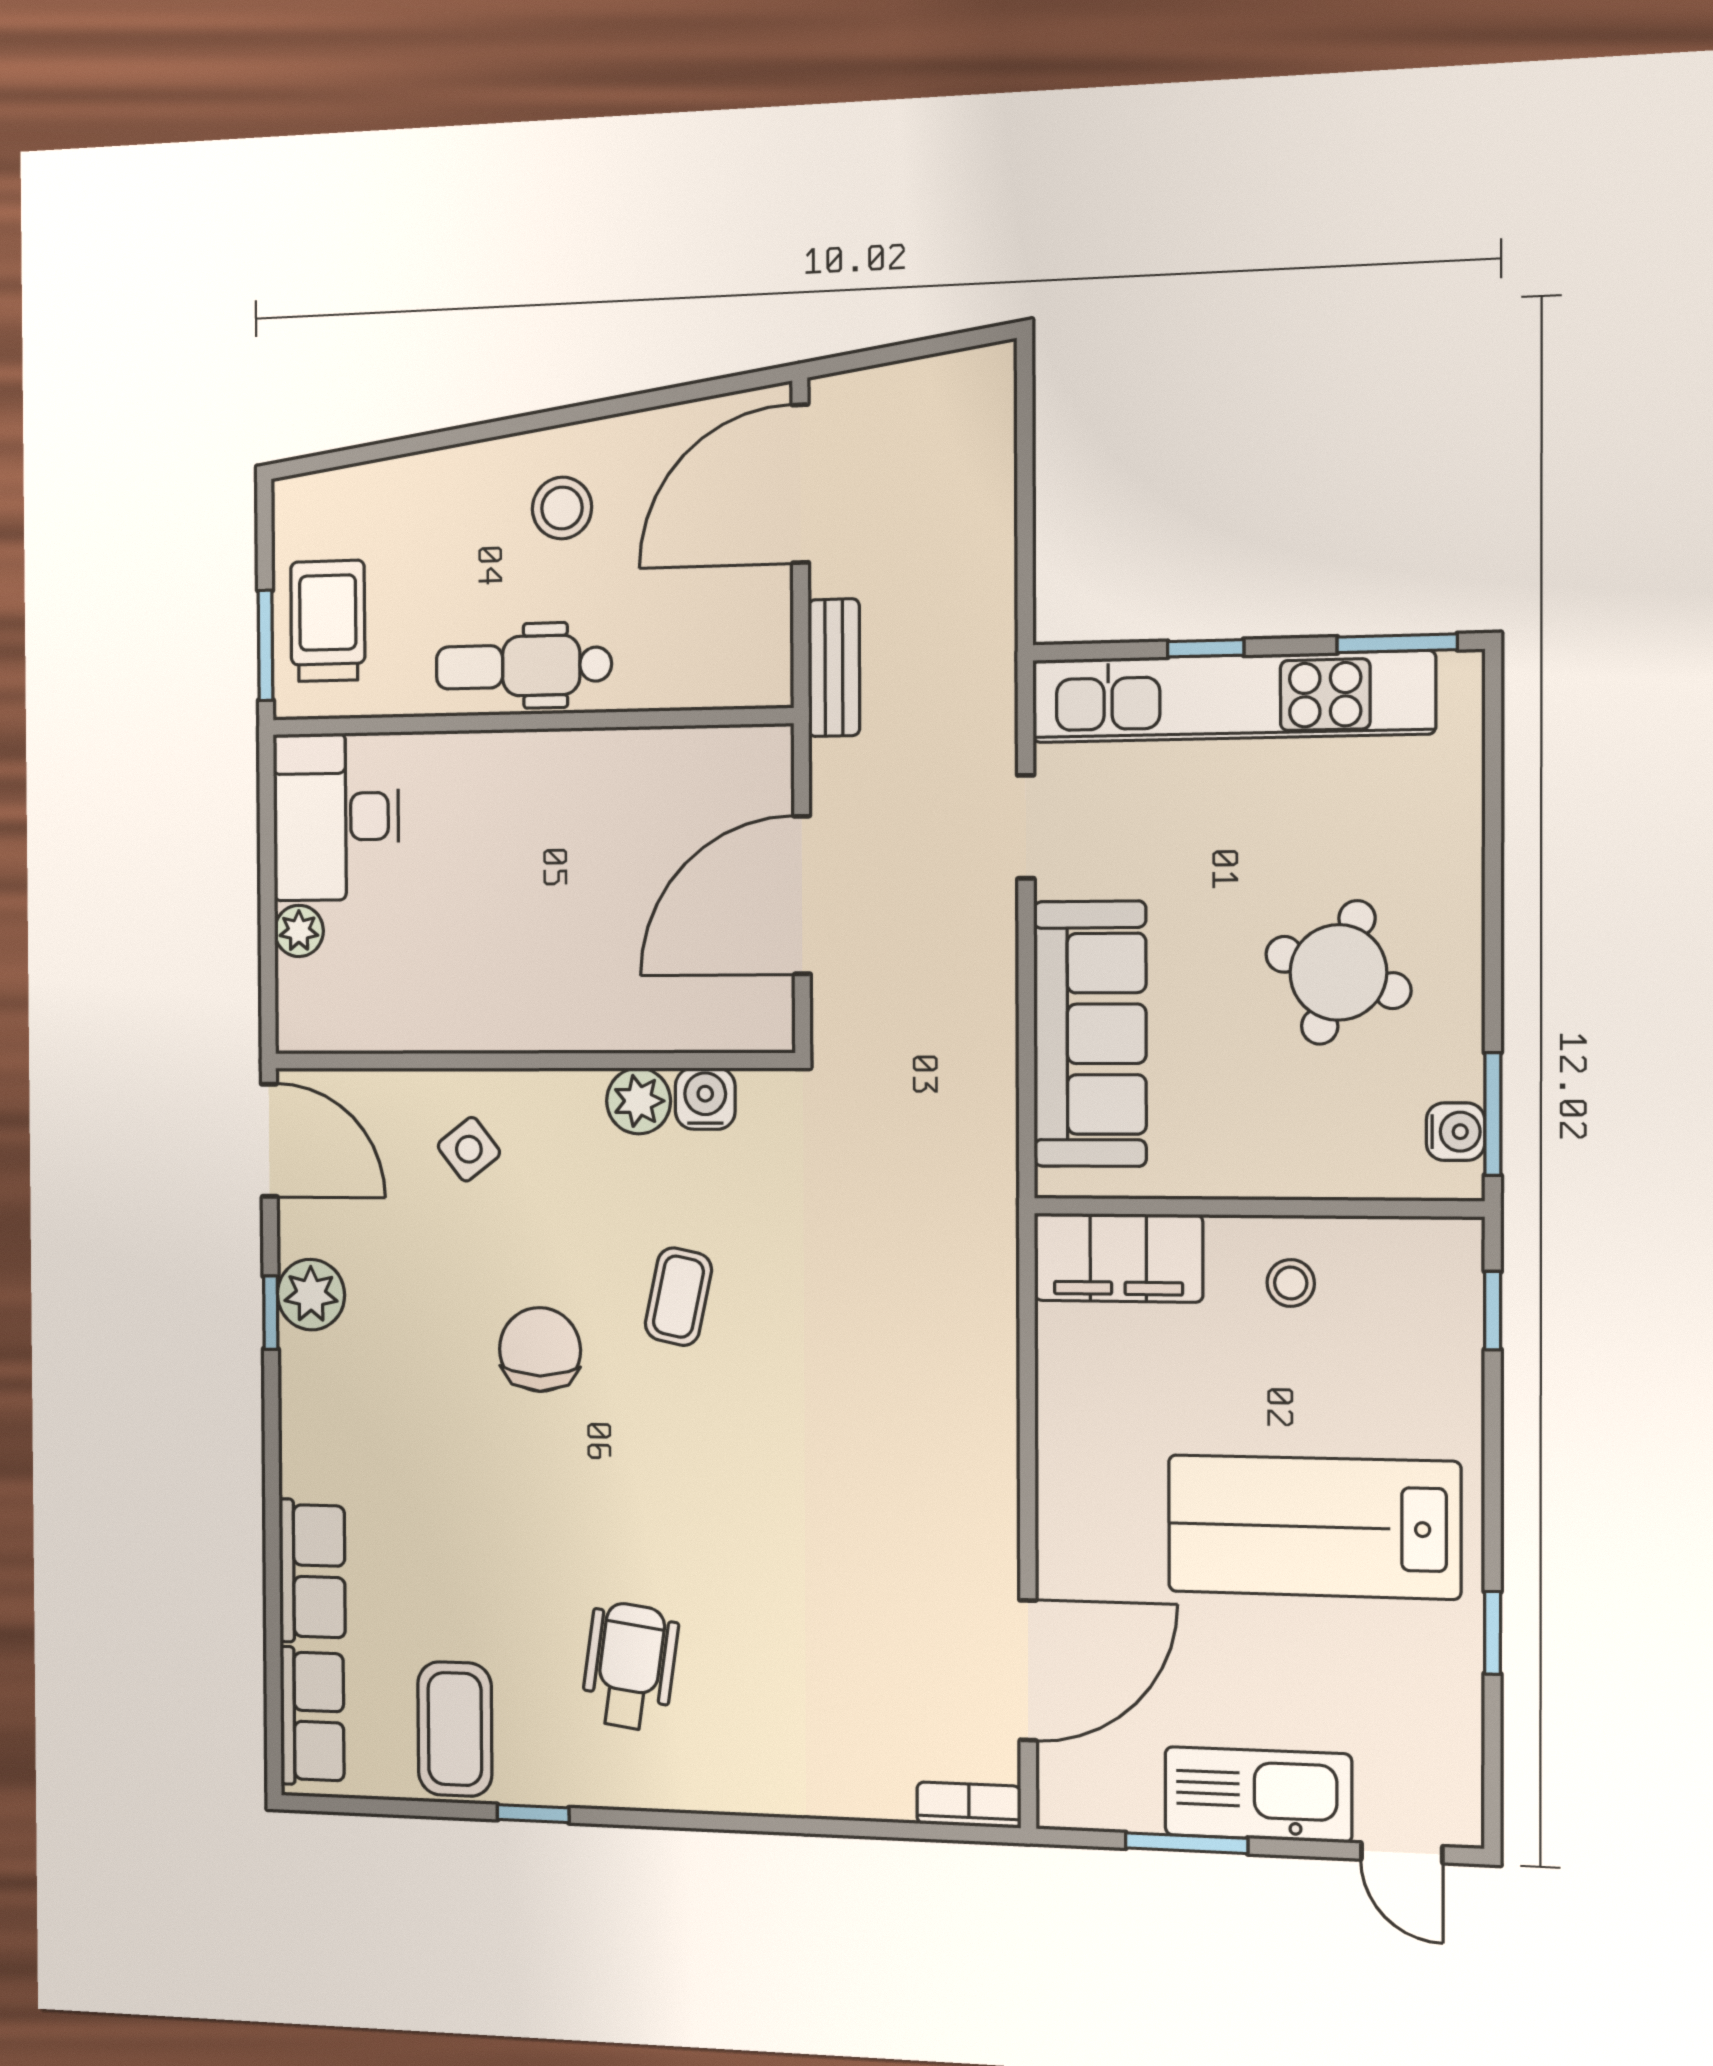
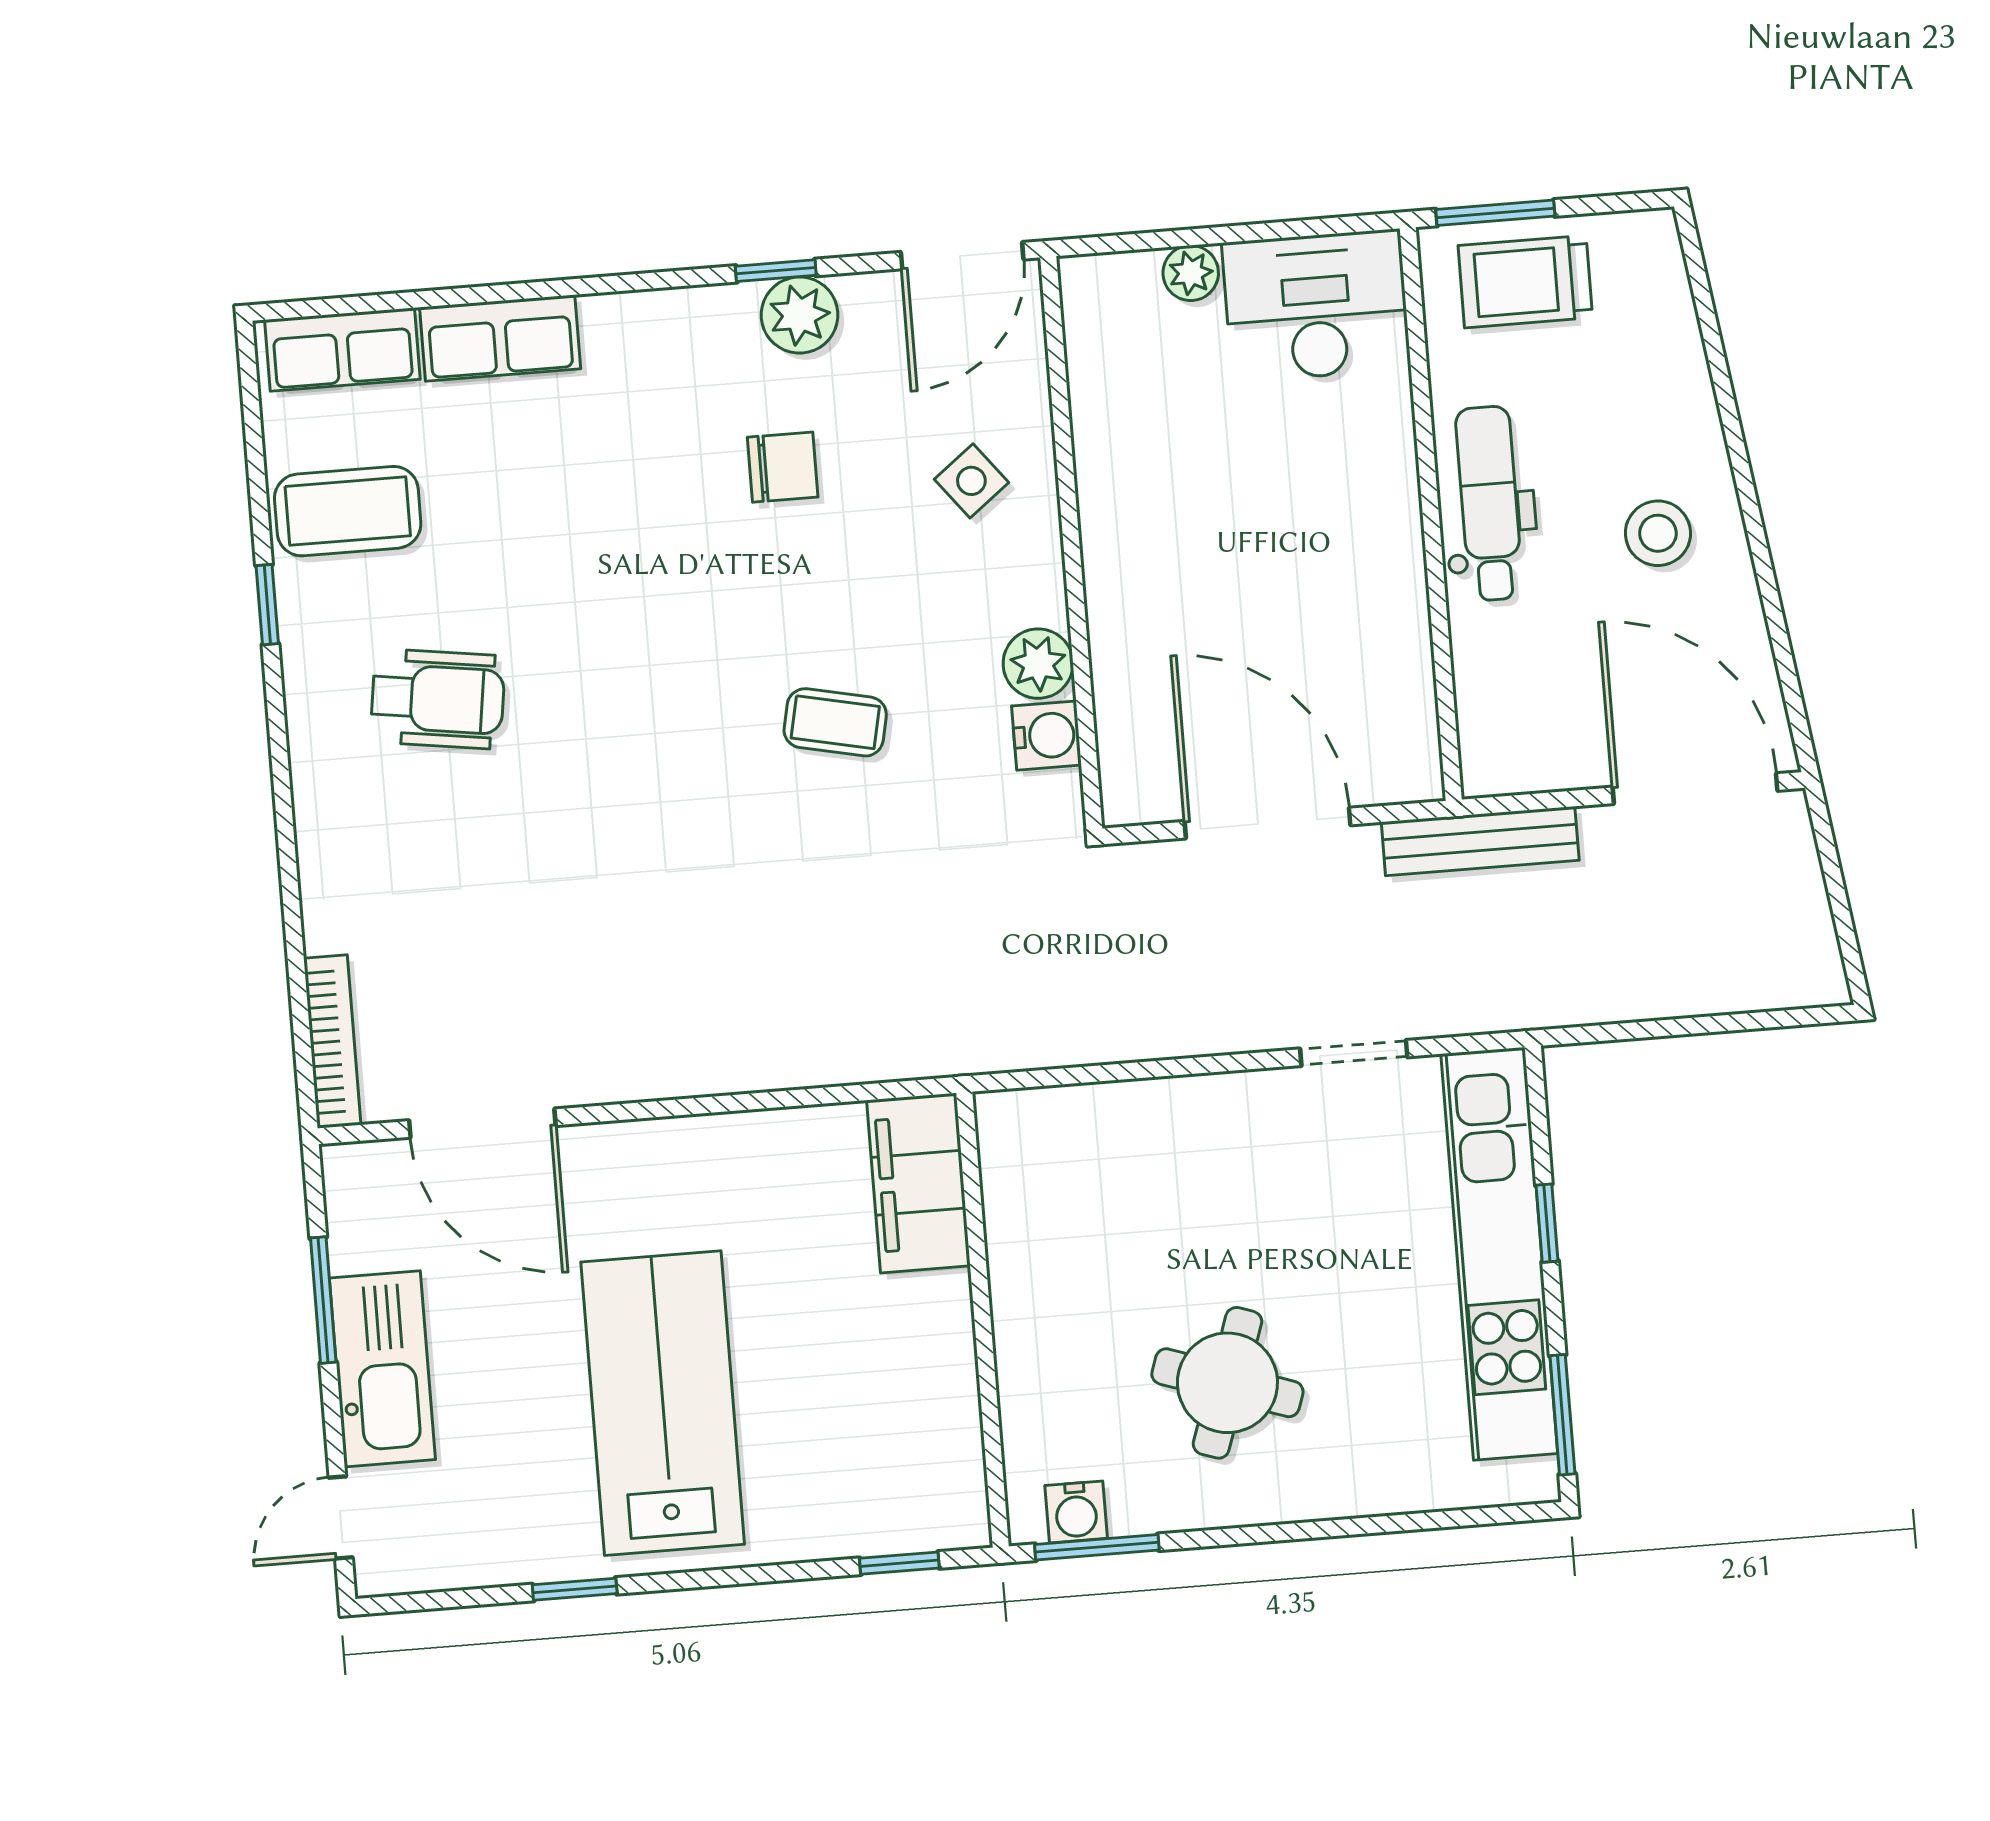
trolley: (328, 621) -> (1525, 282), turned 180
bench: (834, 668) -> (1480, 841), width x1.36
sofa: (1090, 1034) -> (1146, 1136), removed
stool: (1291, 1283) -> (909, 1360), removed
chair: (540, 1349) -> (783, 467), moved, width x0.73, depth x0.73
bookcase: (969, 1805) -> (332, 1042), width x1.56

